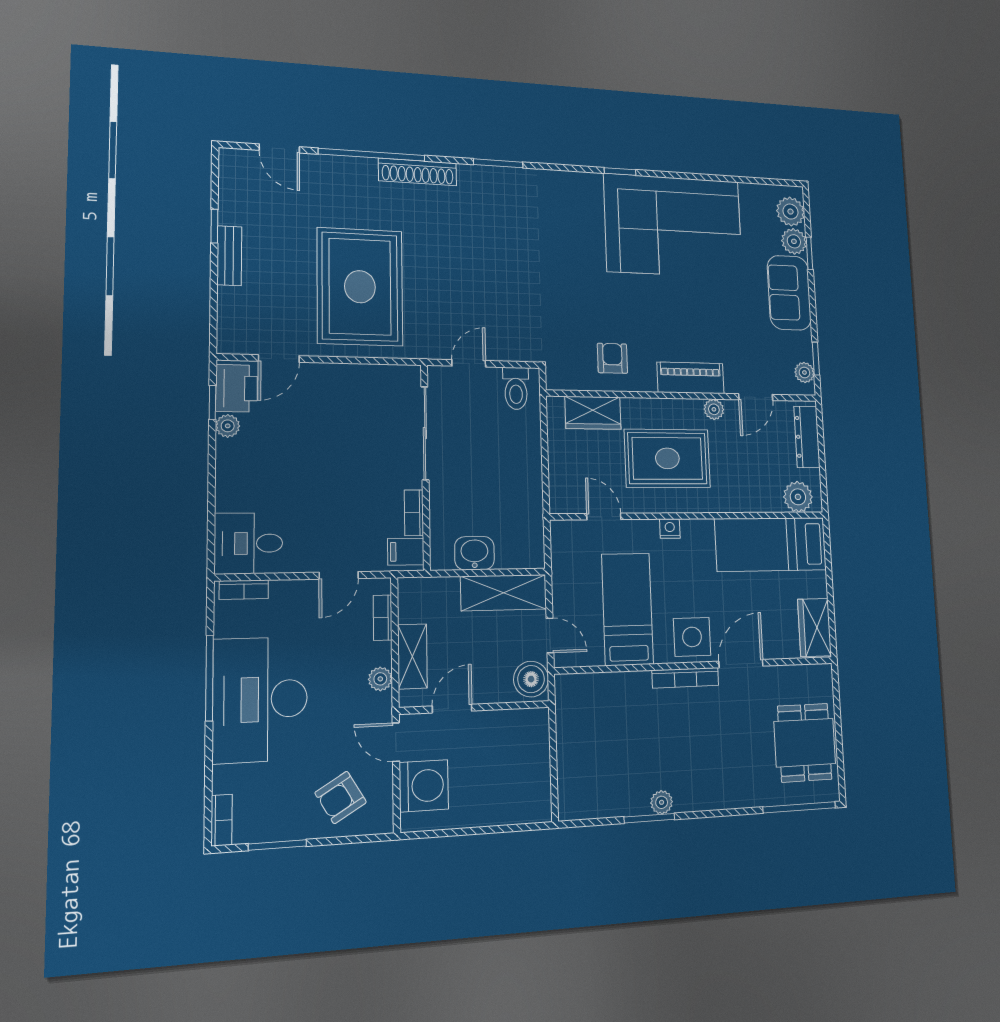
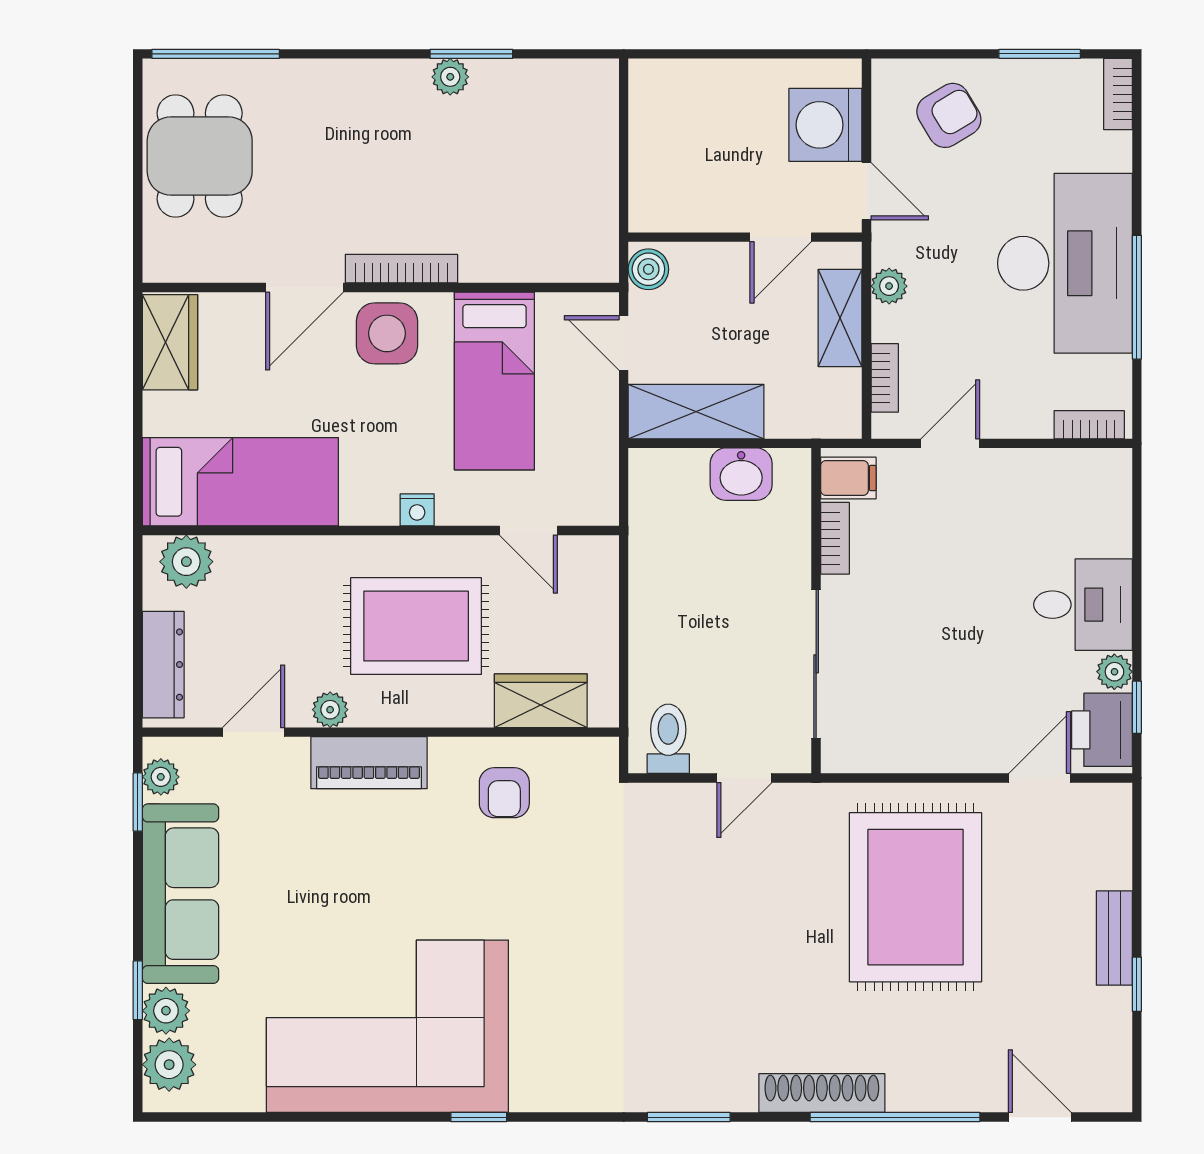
sofa: (789, 293) -> (181, 894), width x1.36
desk: (248, 543) -> (1083, 605), moved
boiler: (531, 679) -> (648, 269), width x0.73, depth x0.73

